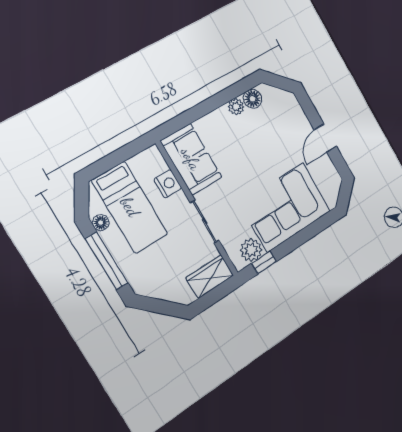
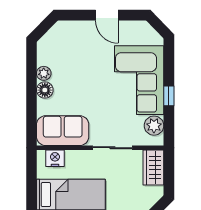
floor lamp: (253, 99) -> (45, 90), moved
nightstand: (168, 184) -> (55, 158), moved
window: (264, 262) -> (169, 96), moved

